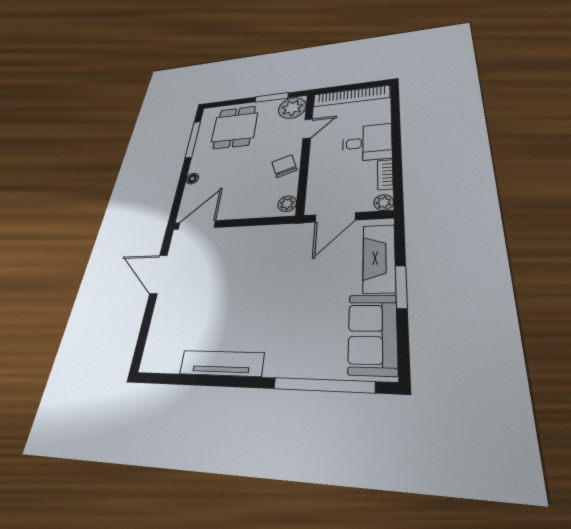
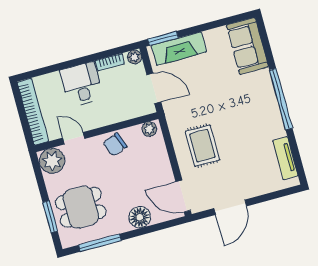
window: (272, 97) -> (50, 217), moved
floor lamp: (192, 179) -> (140, 217), width x1.89, depth x1.89
rug: (242, 259) -> (202, 146), added
window: (401, 287) -> (163, 38), moved
sofa: (373, 334) -> (247, 46), moved, turned 90
tv unit: (222, 363) -> (285, 158), moved, width x0.71
window: (324, 385) -> (281, 99), moved

